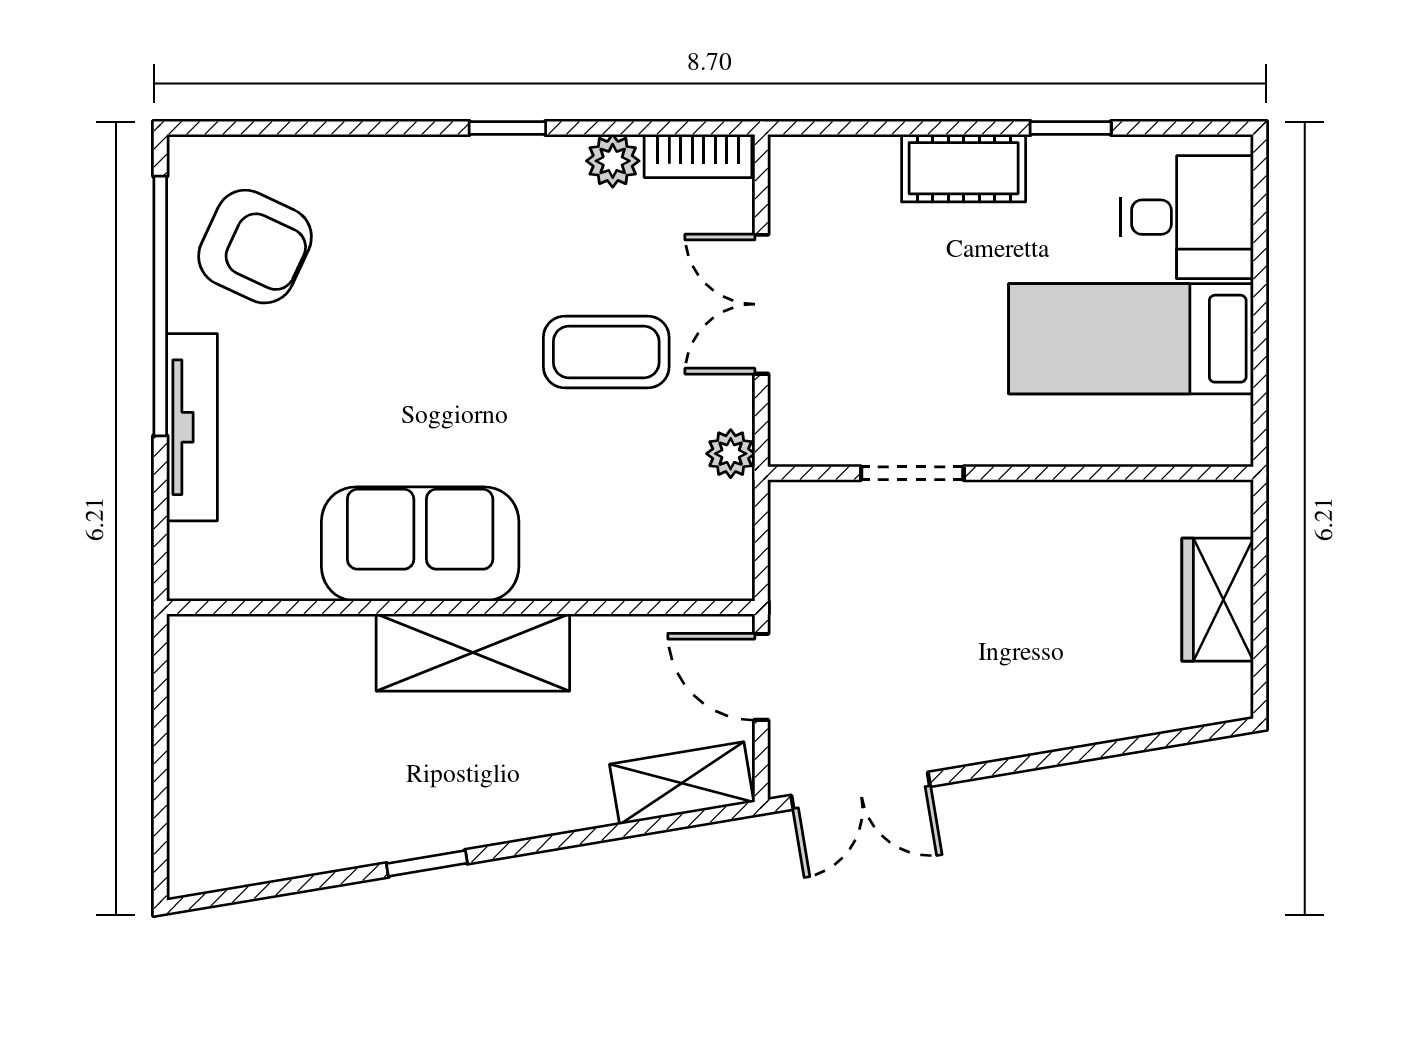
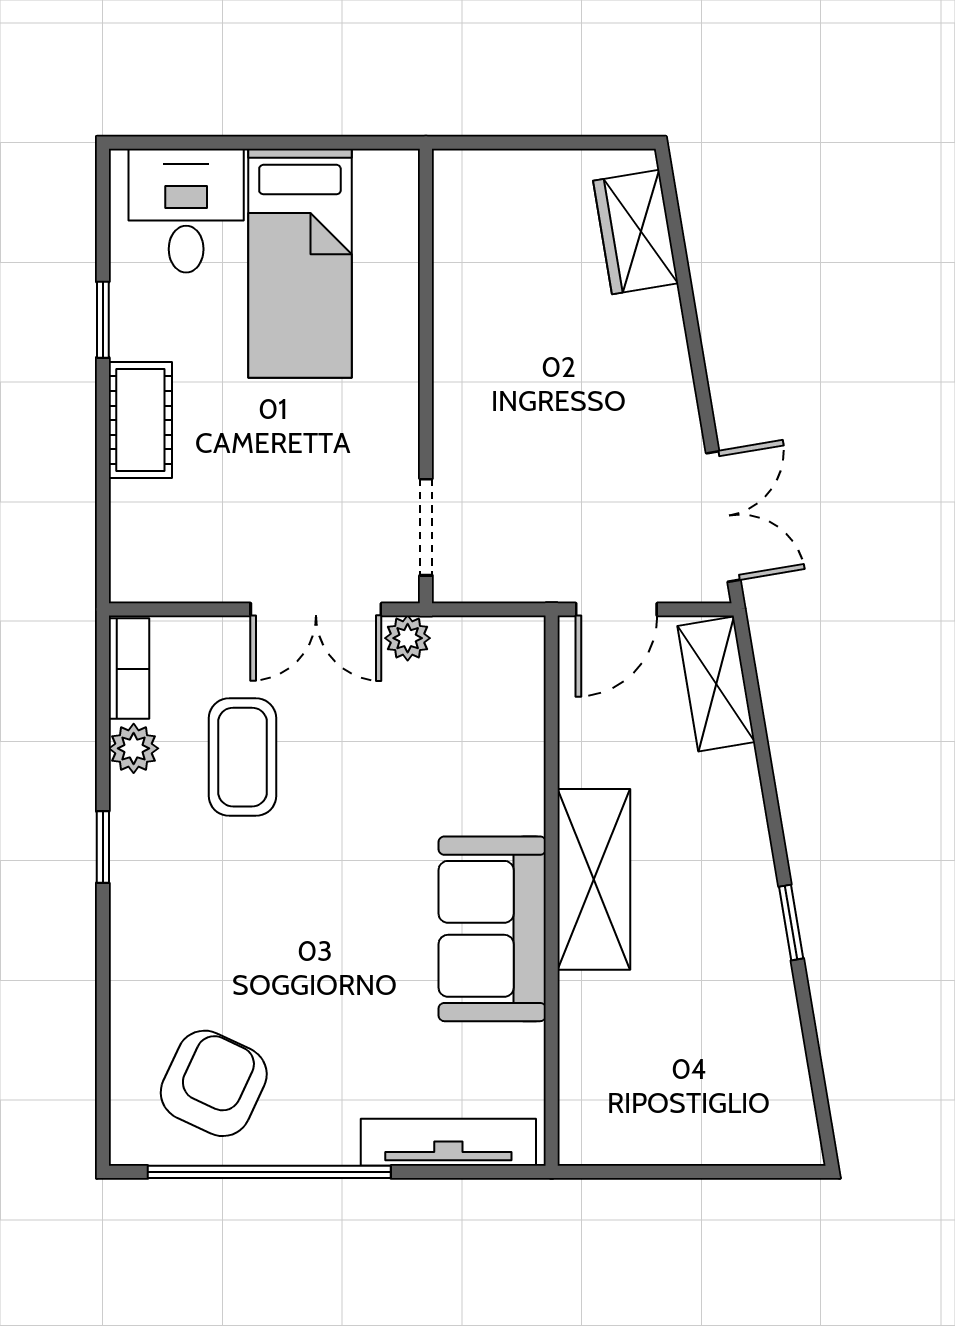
double door: (761, 304) -> (316, 609), moved
coffee table: (606, 352) -> (243, 757), moved
tv unit: (192, 427) -> (448, 1142), moved
doorway: (912, 473) -> (426, 527), moved
wardrobe: (1218, 600) -> (636, 232), moved, turned 81

